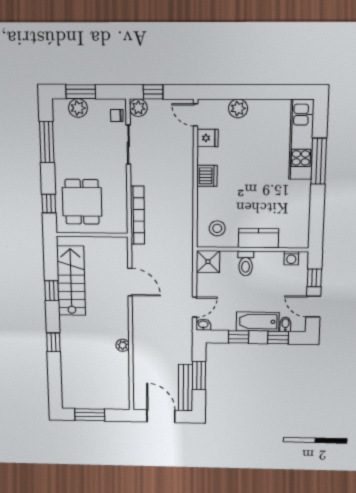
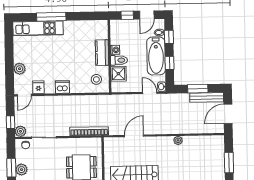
washing machine: (291, 258) -> (115, 50), moved
shower: (208, 262) -> (118, 74), moved
bathtub: (258, 322) -> (156, 56), width x1.36, depth x1.36

